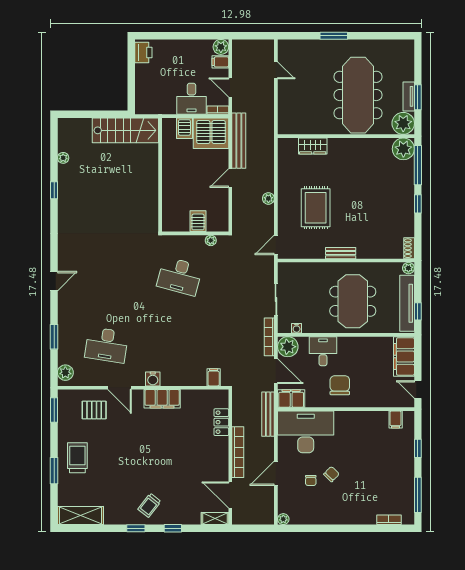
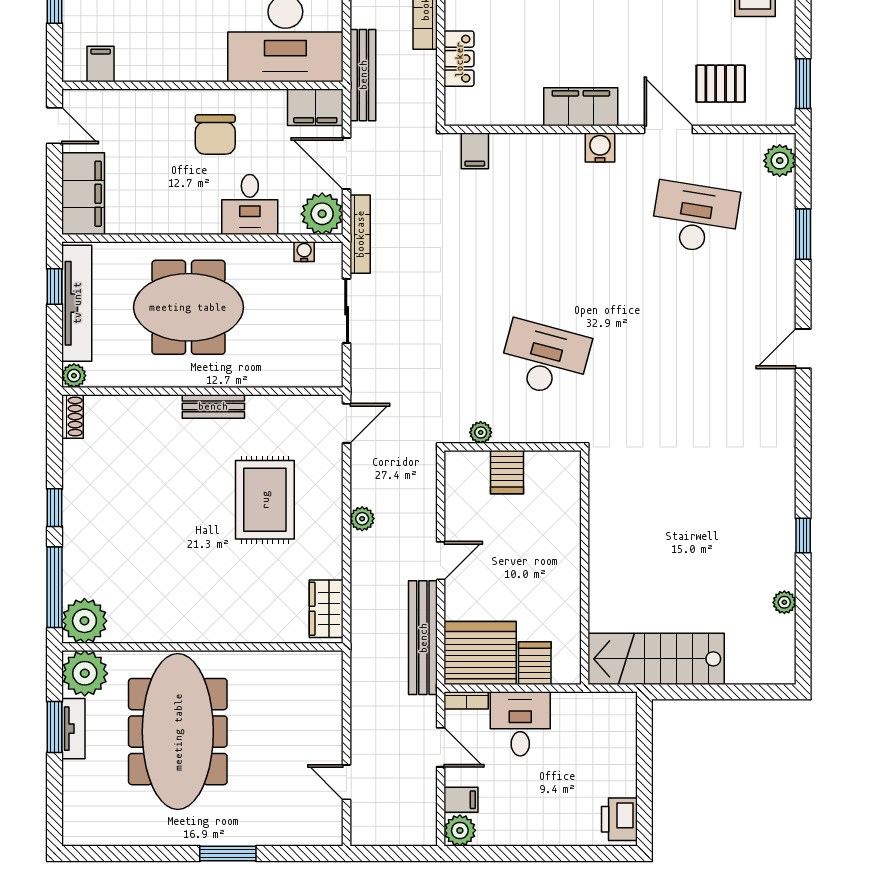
wardrobe: (313, 146) -> (326, 609), moved, turned -90
meeting table: (353, 301) -> (188, 307), turned 90

